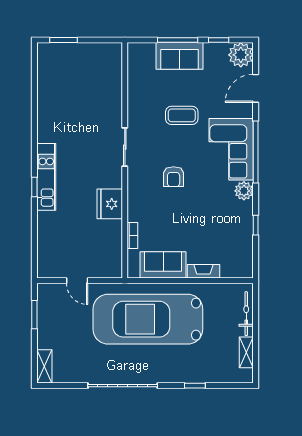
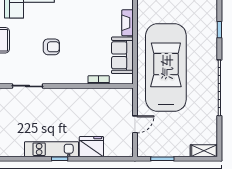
fridge: (110, 204) -> (91, 147), moved, turned 180
car: (148, 319) -> (166, 67), turned 180

